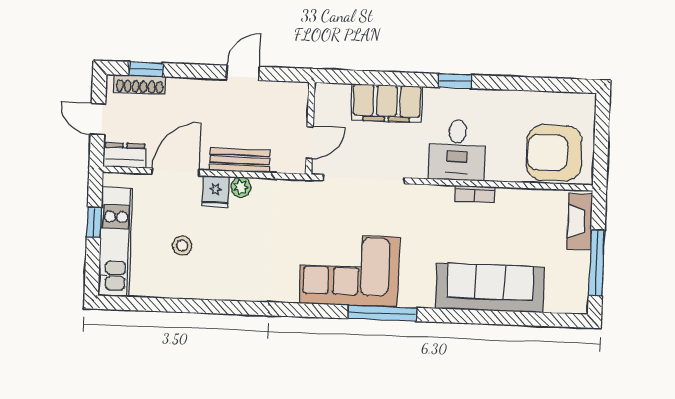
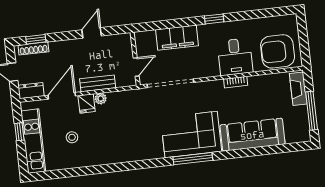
desk: (457, 150) -> (235, 57), moved
corner sofa: (349, 270) -> (191, 135), moved

